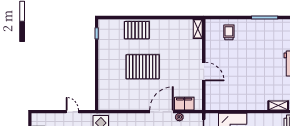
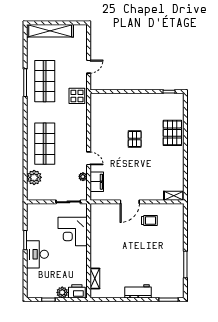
trolley: (229, 32) -> (149, 220), moved
pallet: (143, 67) -> (135, 139), width x0.49, depth x0.50
door: (162, 112) -> (89, 158), width x0.53

